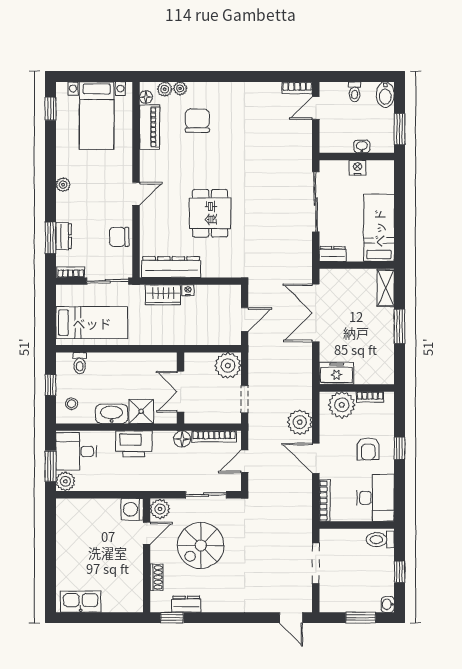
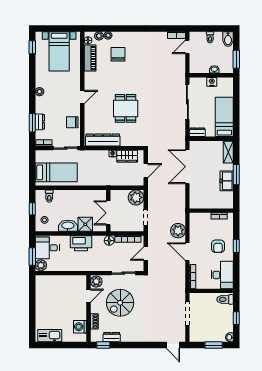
wardrobe: (163, 295) -> (127, 156), moved
freezer: (336, 373) -> (227, 181), moved, turned -90
plant: (342, 405) -> (203, 221), removed
washing machine: (132, 509) -> (80, 327), moved

